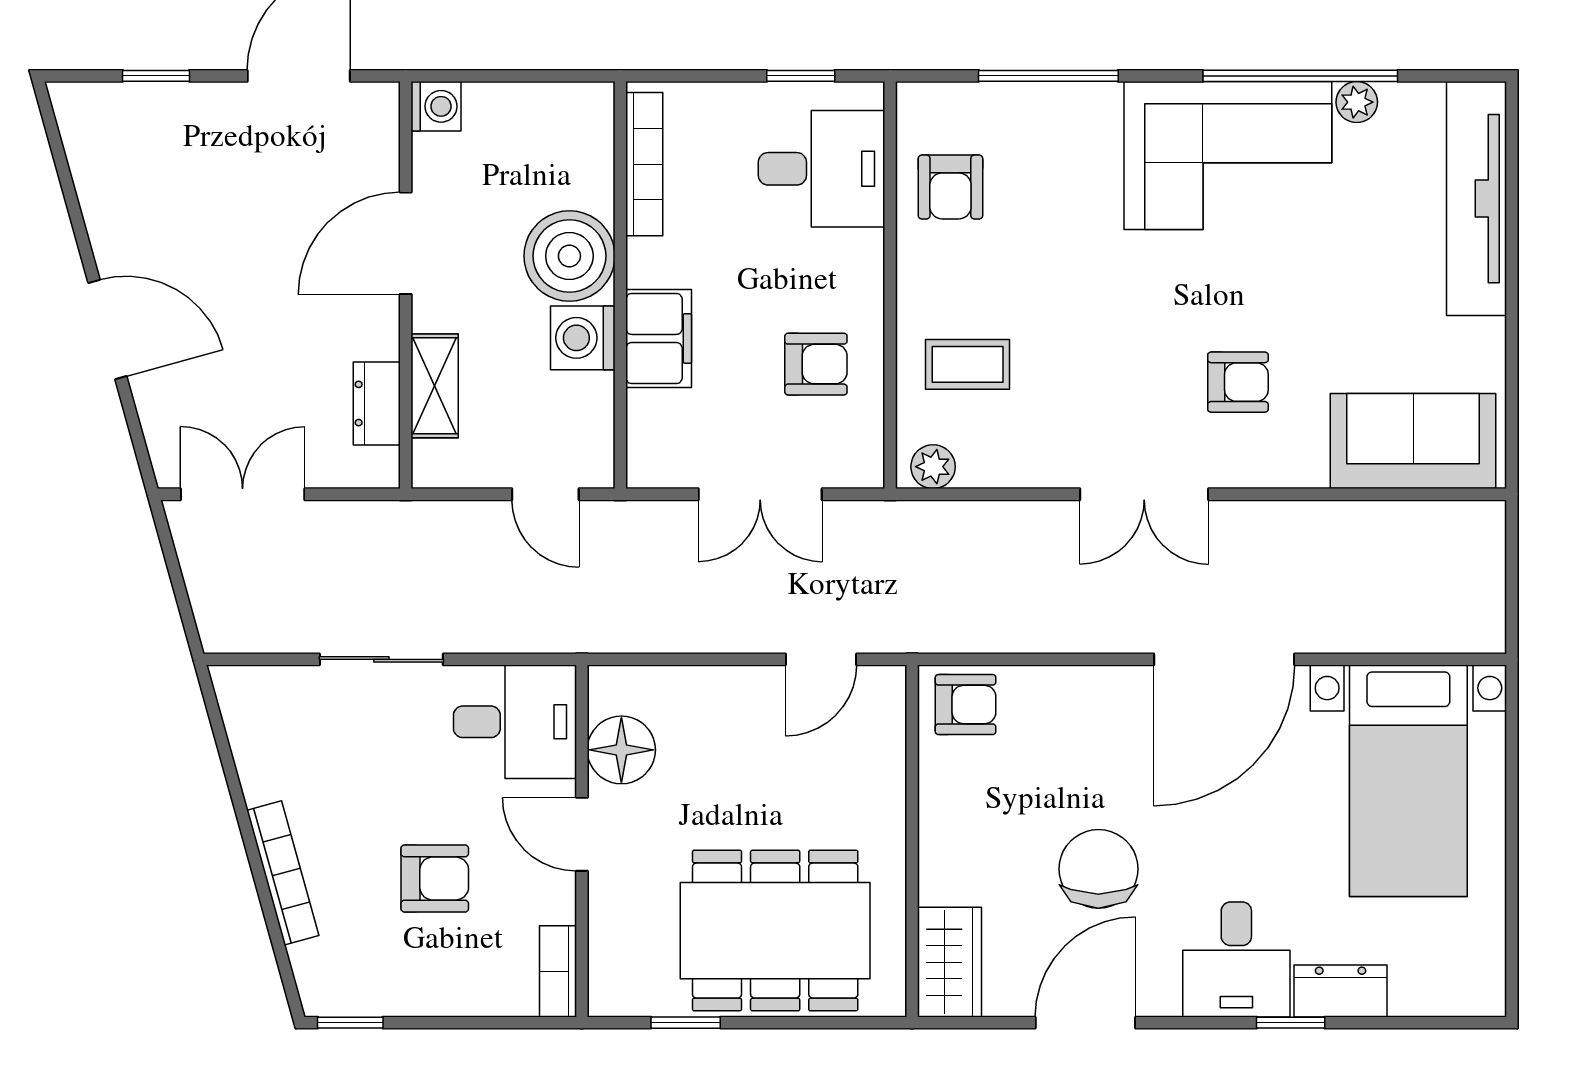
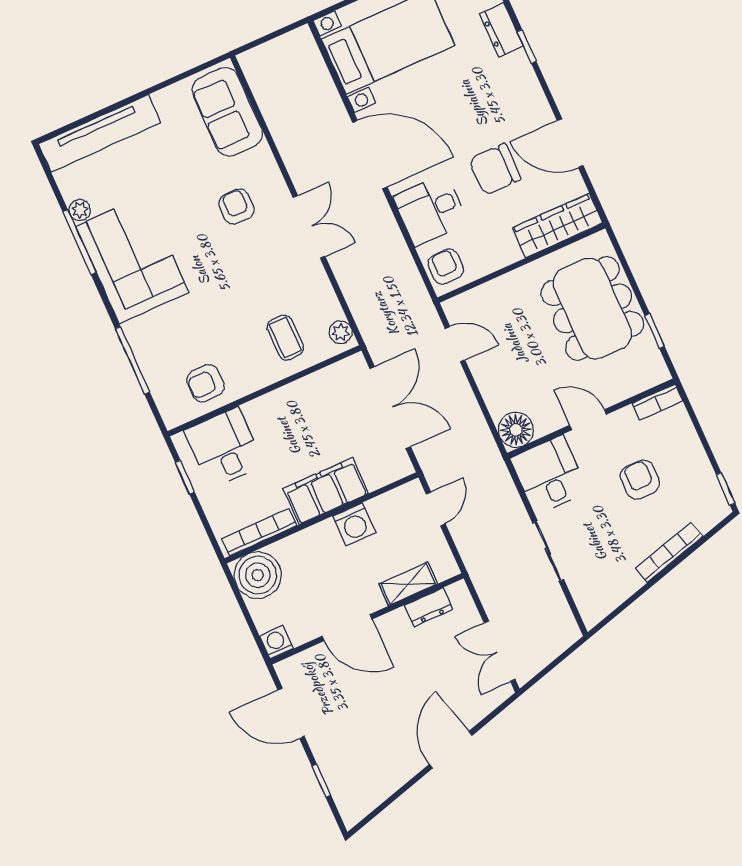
window: (1300, 76) -> (79, 242), width x0.68
armchair: (950, 187) -> (205, 383), turned 180
boiler: (569, 256) -> (258, 575), moved
filing cabinet: (659, 338) -> (326, 491), width x1.50, depth x1.17
armchair: (816, 364) -> (317, 409), removed
double door: (760, 494) -> (390, 408), width x1.37
floor lamp: (621, 750) -> (516, 430), moved
door: (582, 834) -> (588, 420), swing flipped
desk: (1236, 959) -> (430, 210), moved, turned 180
wardrobe: (949, 962) -> (557, 226), width x1.50

